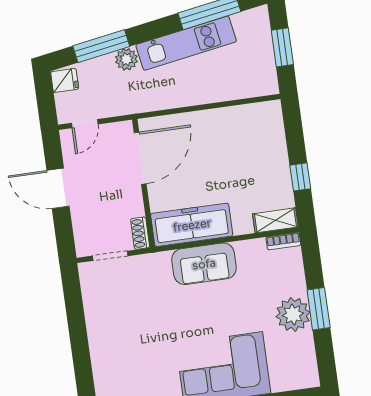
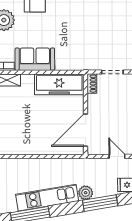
door: (85, 124) -> (117, 156), hinge flipped
sofa: (204, 264) -> (35, 59), moved

